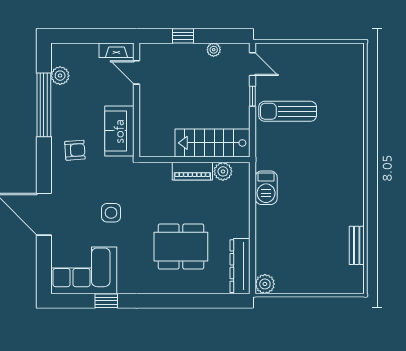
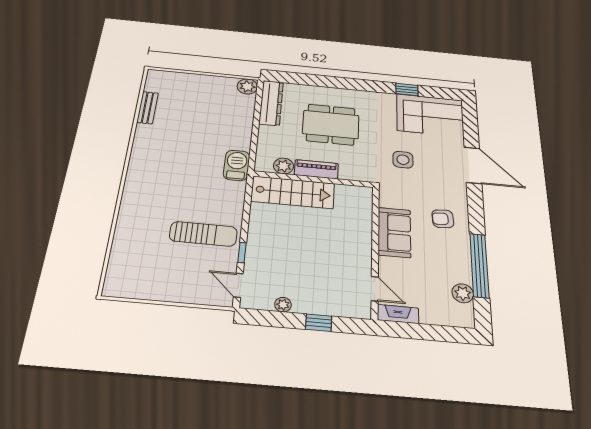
stairs: (213, 143) -> (293, 192), moved
wall: (194, 160) -> (313, 179), moved
piano: (192, 171) -> (316, 169), moved
plant: (223, 171) -> (284, 166), moved

